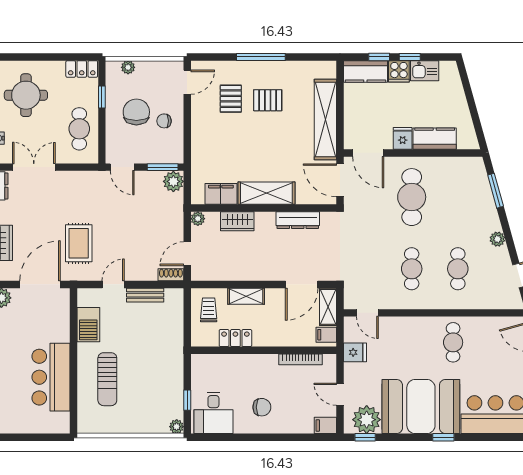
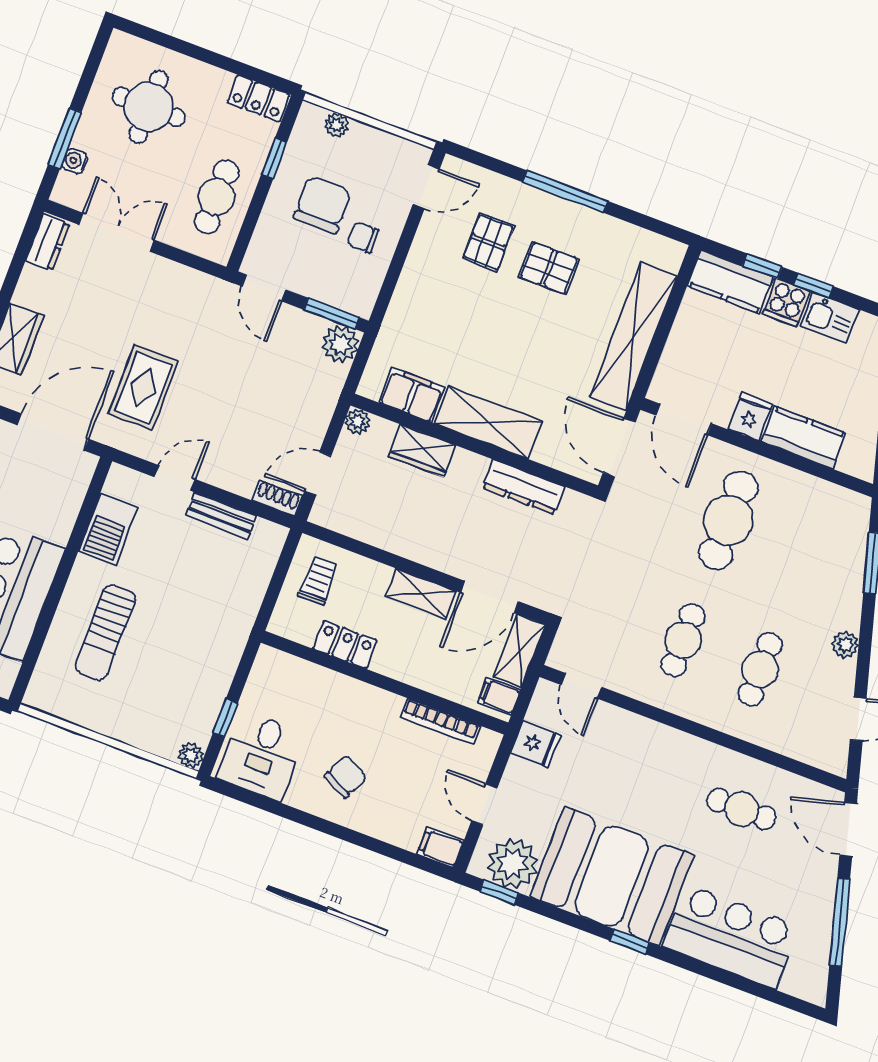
shelving: (246, 296) -> (421, 594), moved
cafe table: (453, 342) -> (741, 809), moved, turned 90
chair: (262, 407) -> (346, 777), turned -64

